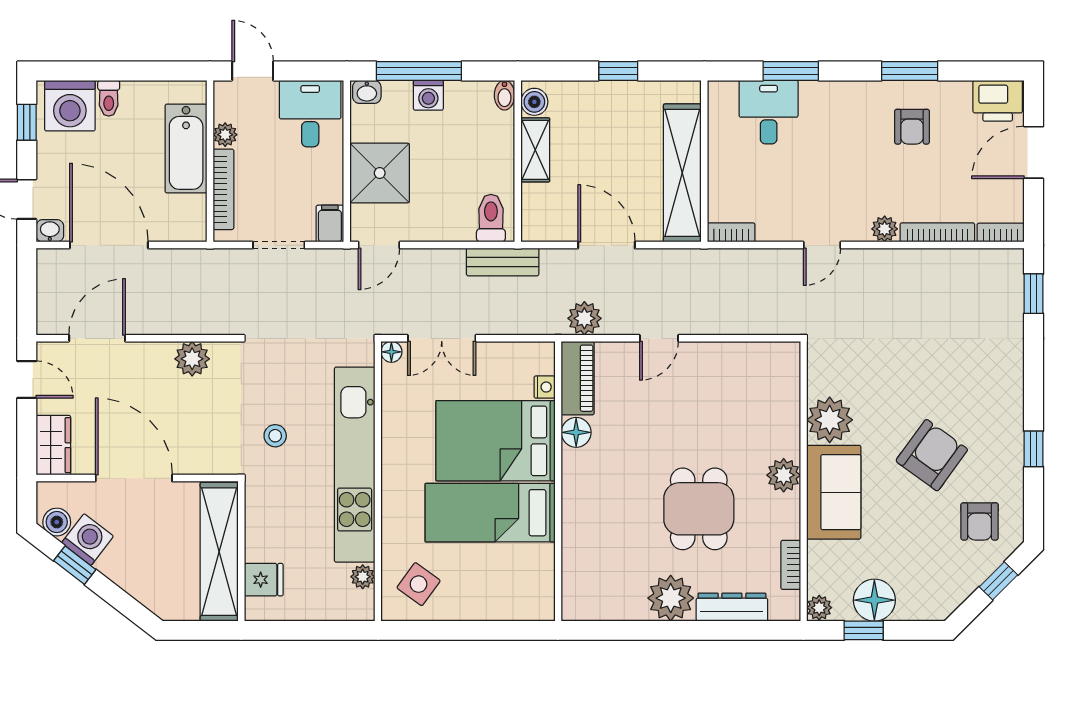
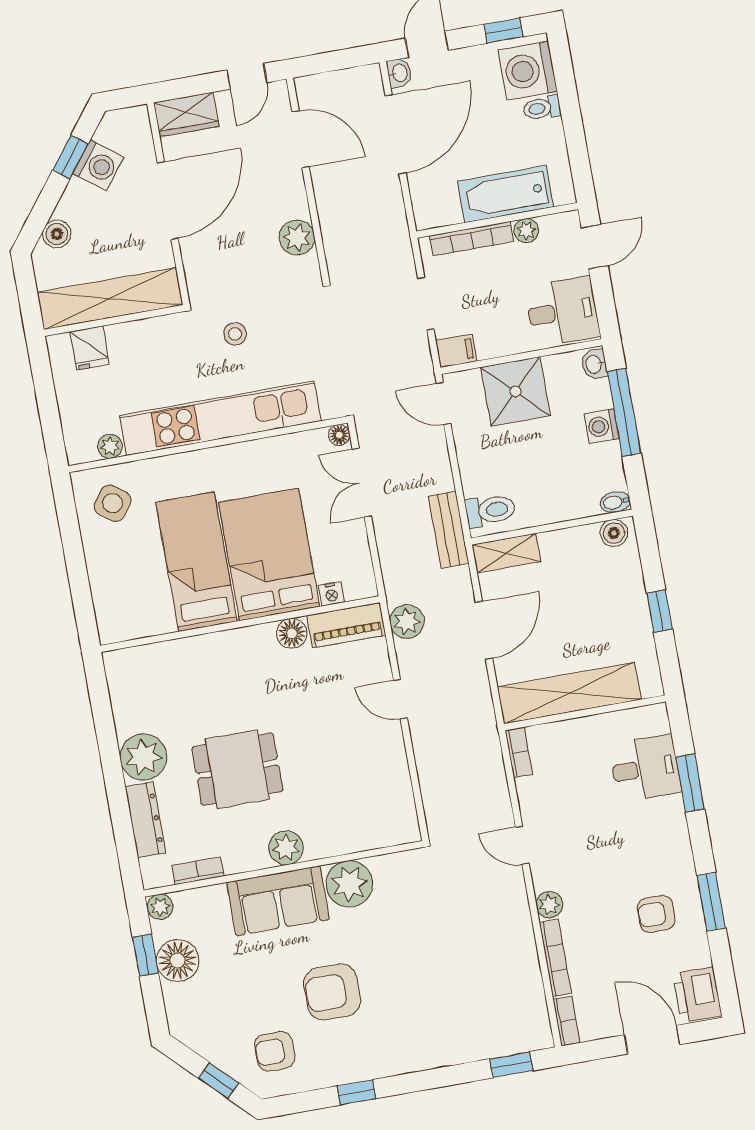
shelving: (535, 150) -> (506, 553), moved
armchair: (932, 455) -> (332, 992), turned 144
boiler: (57, 522) -> (57, 234), moved

